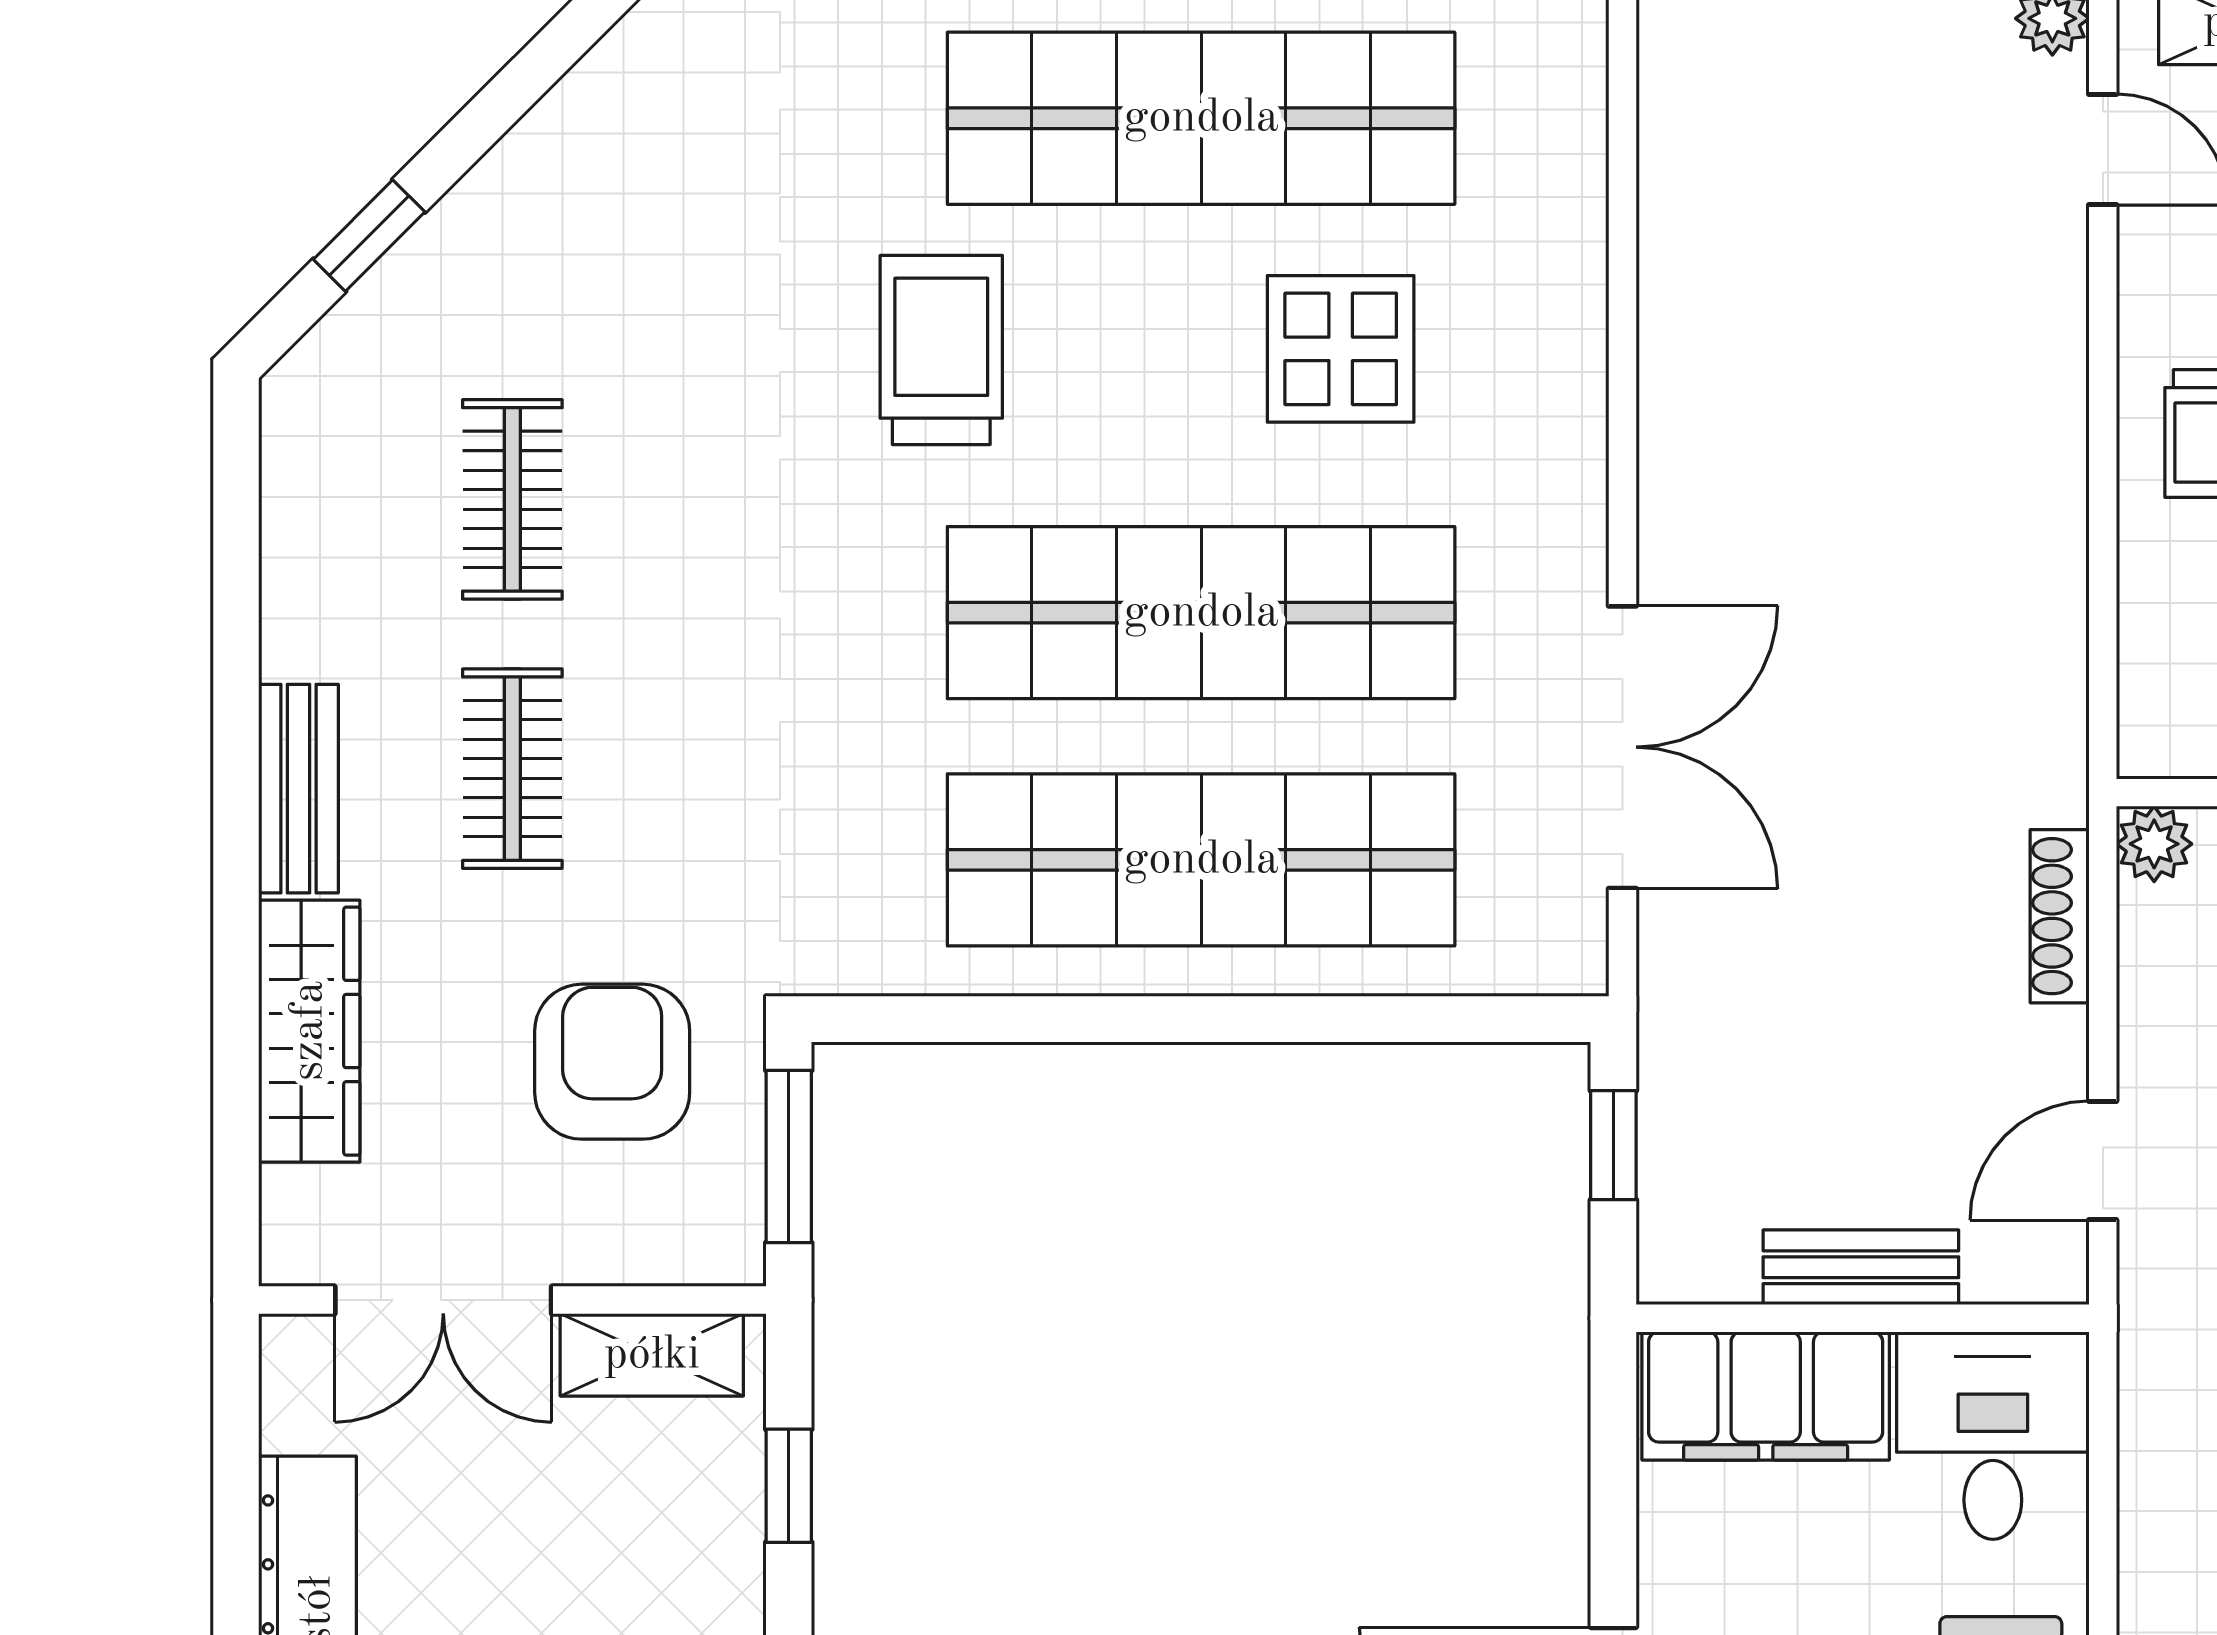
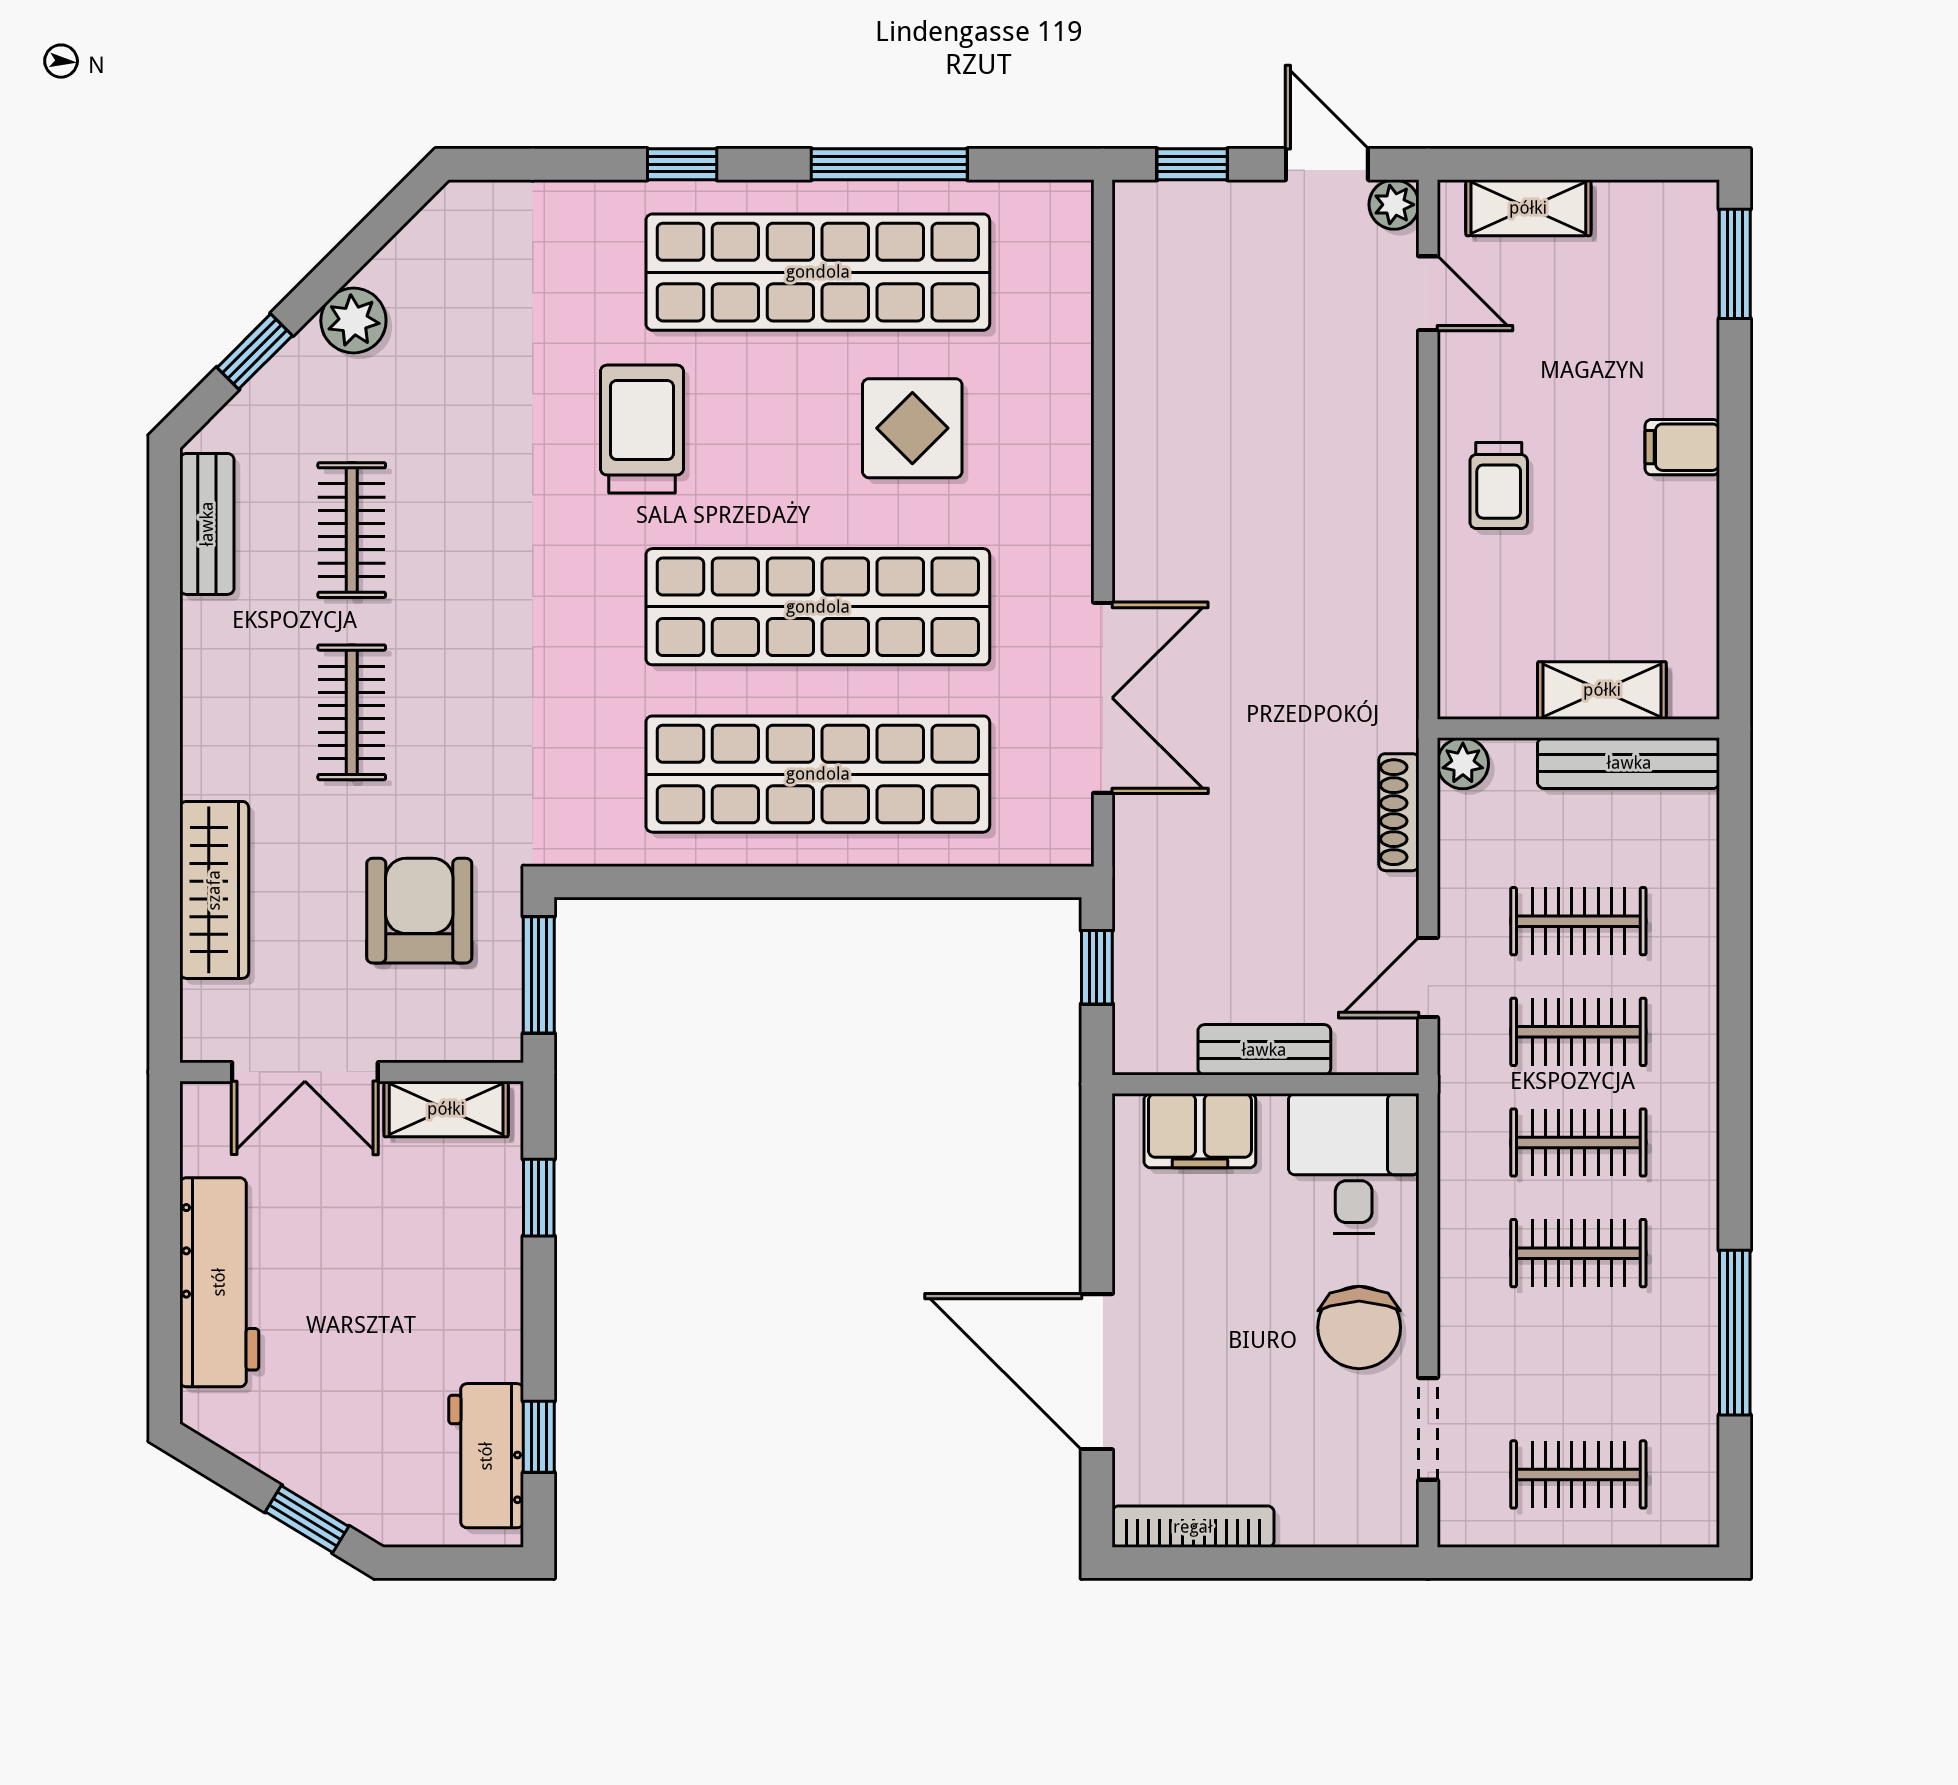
plant: (515, 190) -> (353, 321), added
bench: (298, 789) -> (207, 524), moved
filing cabinet: (1766, 1396) -> (1200, 1131), width x0.67, depth x0.86

